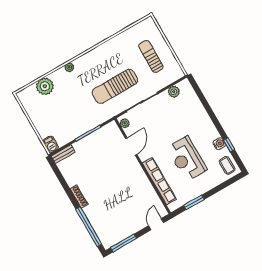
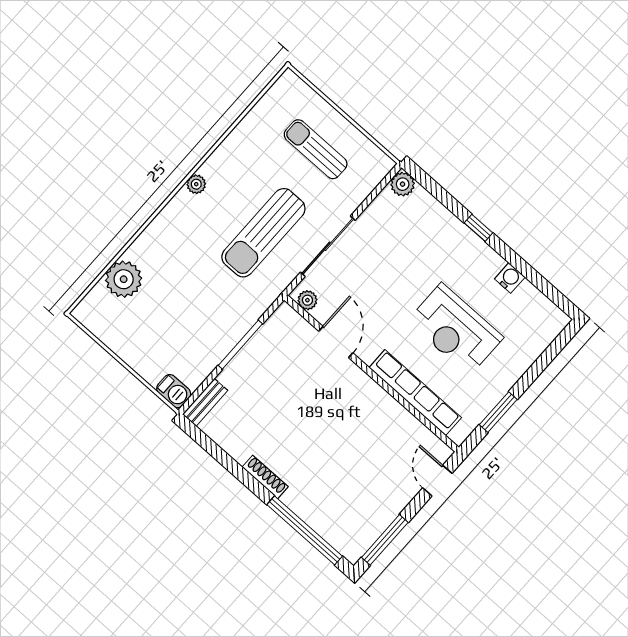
plant: (69, 67) -> (196, 184), moved
plant: (174, 92) -> (403, 184), moved
window: (229, 145) -> (478, 228), moved
coffee table: (227, 165) -> (540, 316), removed

